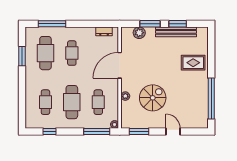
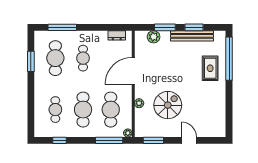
rug: (193, 63) -> (210, 68), turned 90
window: (211, 98) -> (229, 59), moved
cafe table: (98, 102) -> (111, 110), width x1.37, depth x1.35

